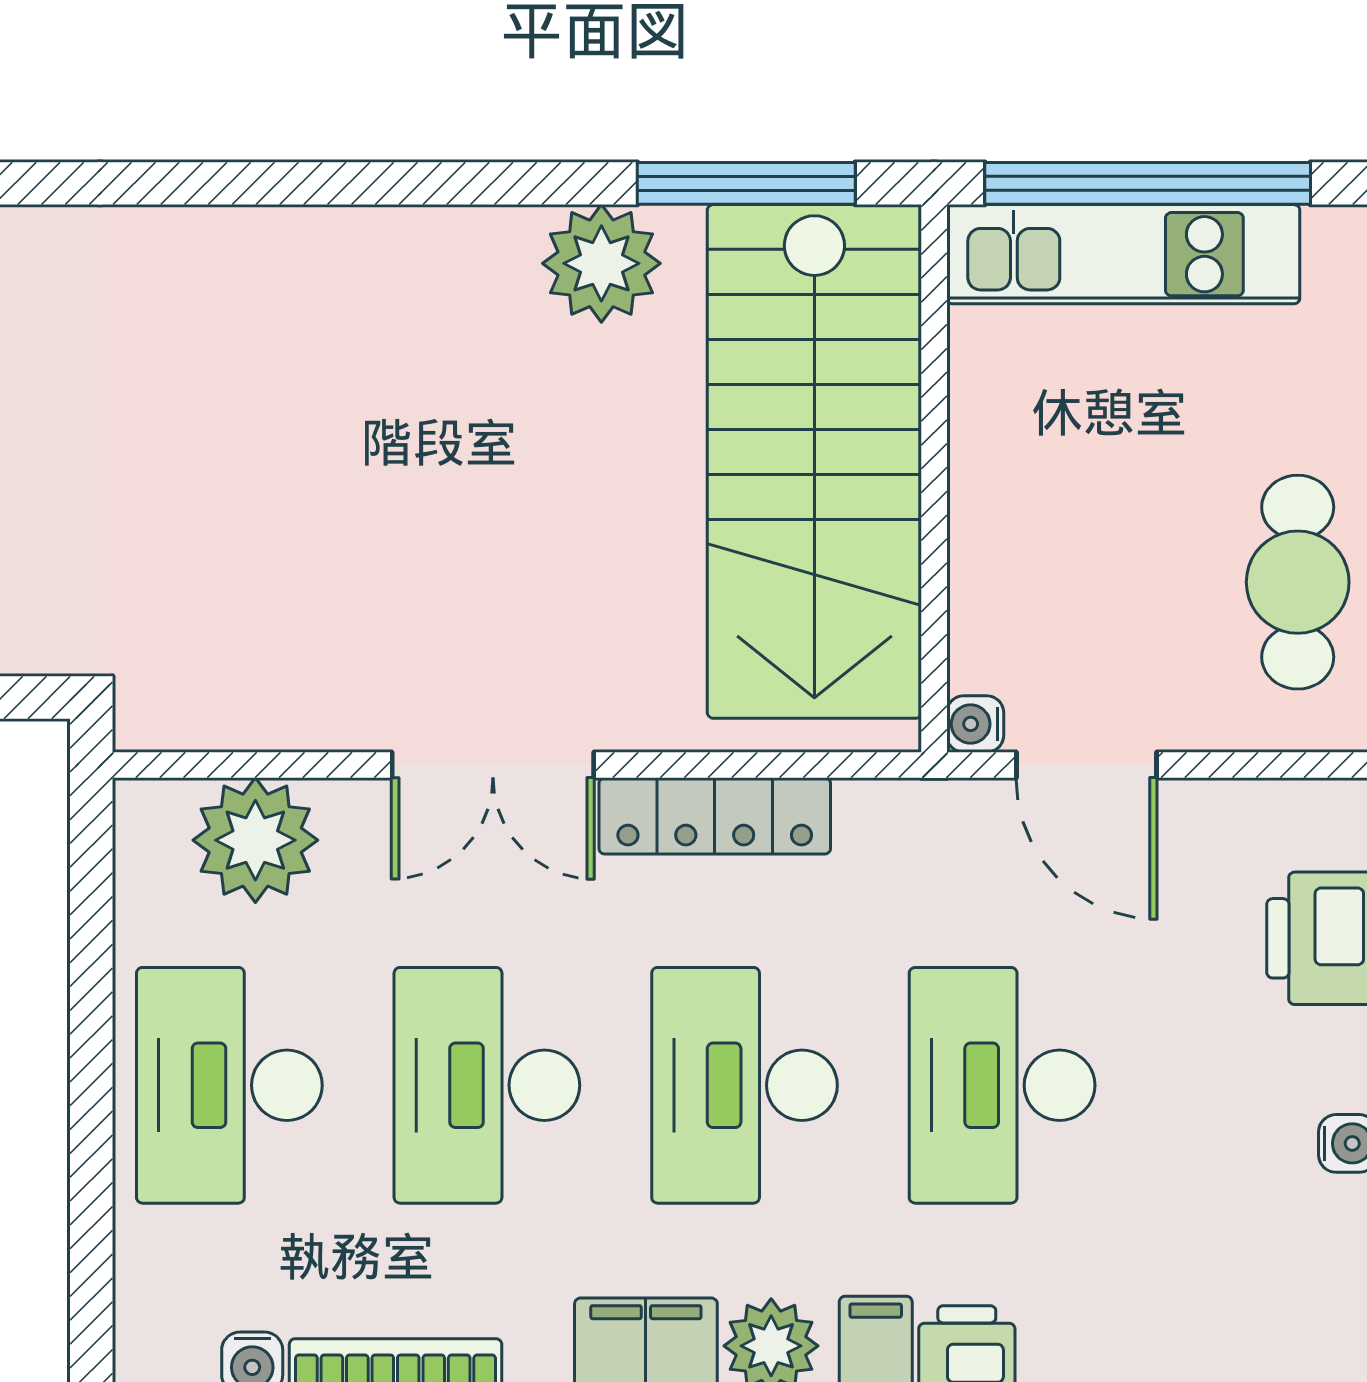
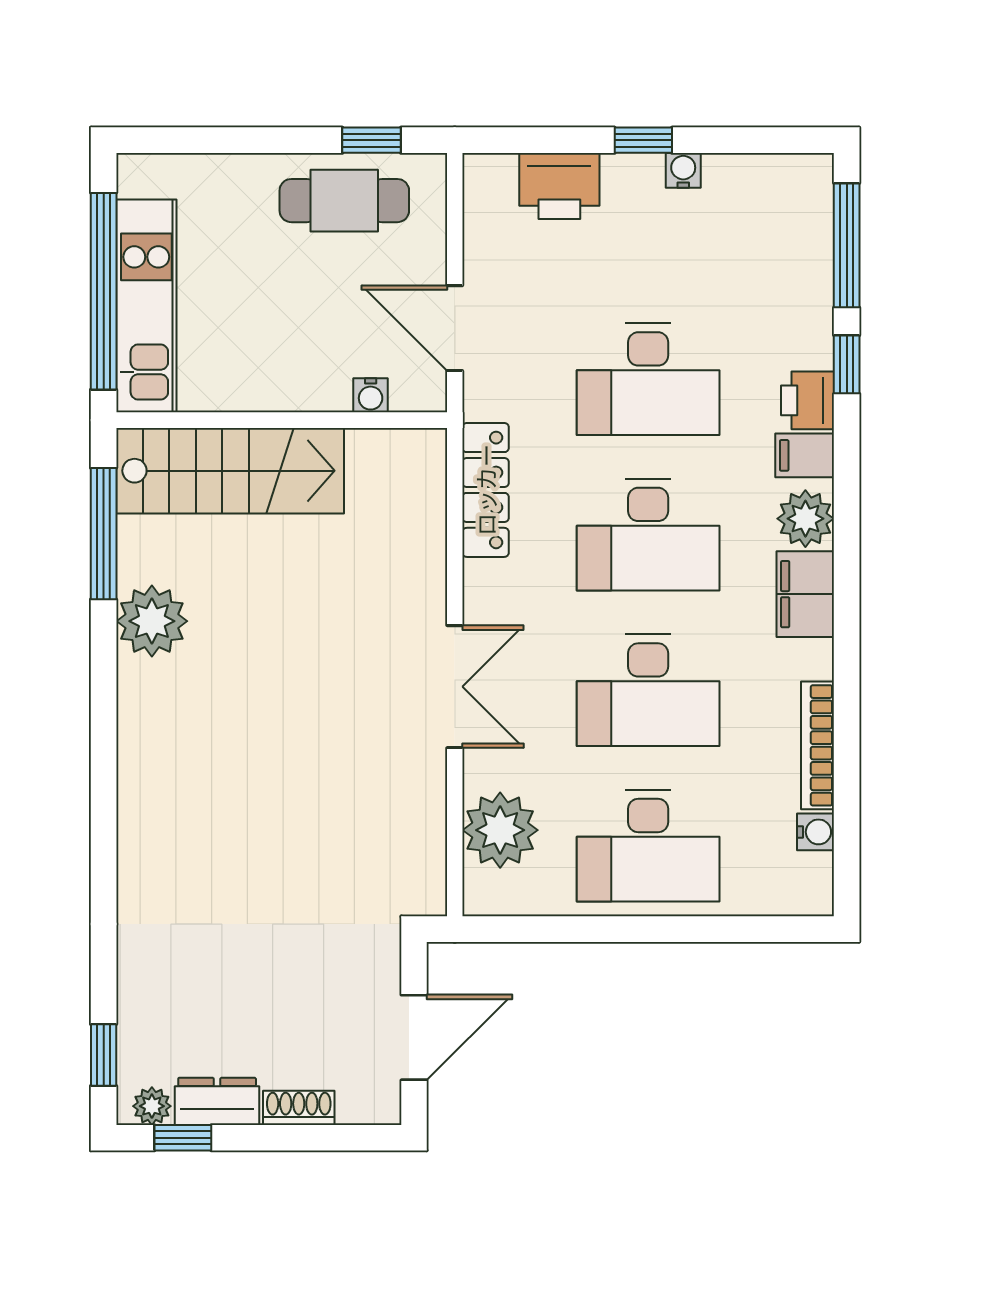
stairs: (814, 461) -> (230, 471), width x0.73, depth x0.66
water cooler: (975, 724) -> (371, 395), moved
door: (1087, 765) -> (455, 328), swing flipped
locker: (715, 816) -> (485, 490), moved

